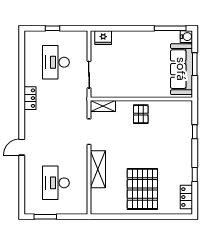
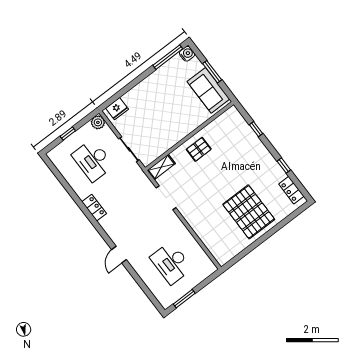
plant: (81, 37) -> (98, 122), added
sofa: (181, 69) -> (208, 90), width x0.73
pallet: (141, 114) -> (199, 149), turned 90
shelving: (98, 169) -> (198, 224), removed

